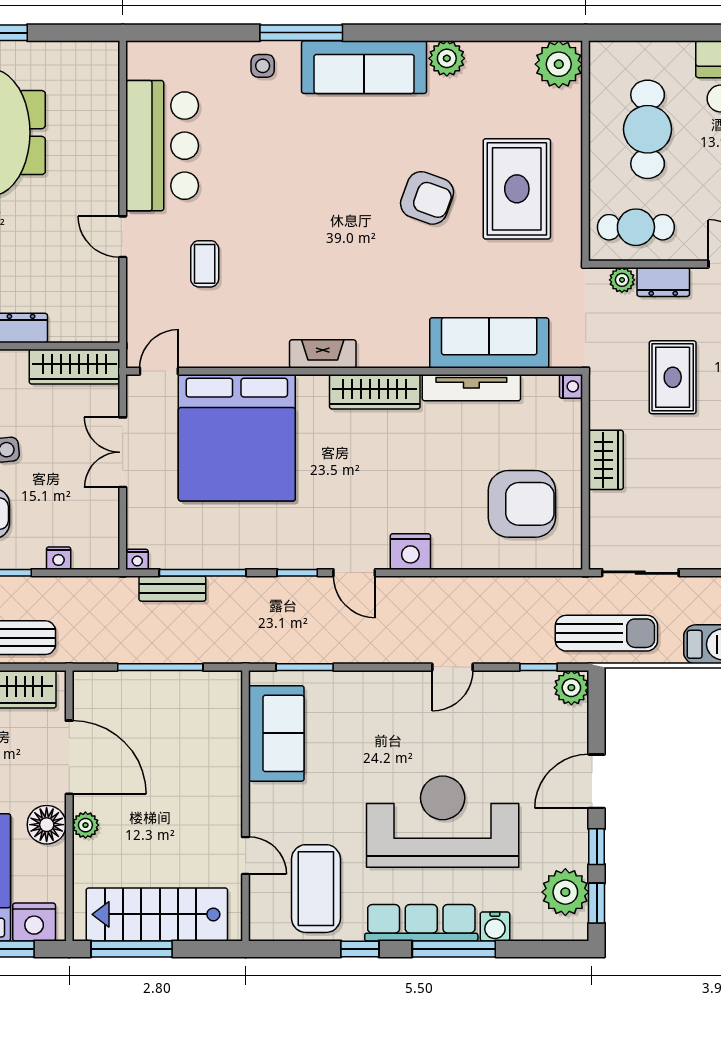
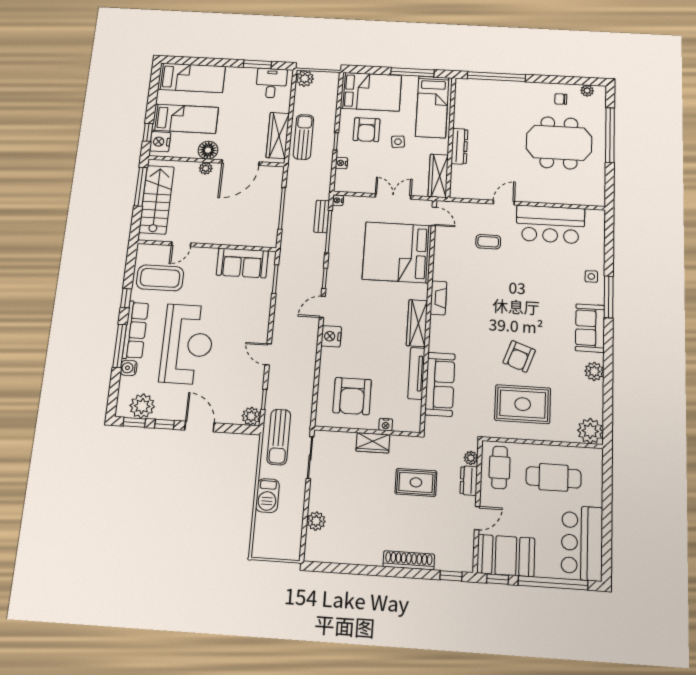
sofa: (364, 67) -> (590, 328), width x0.73
nightstand: (571, 386) -> (386, 425), moved

